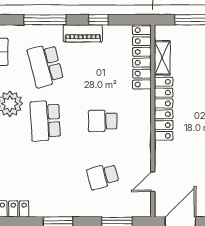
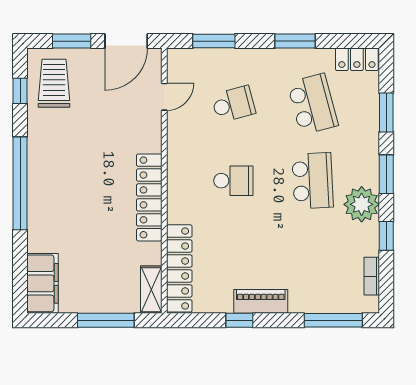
window: (45, 20) -> (333, 320), moved
shelving: (162, 58) -> (151, 290), moved
school desk: (45, 65) -> (313, 104), moved

